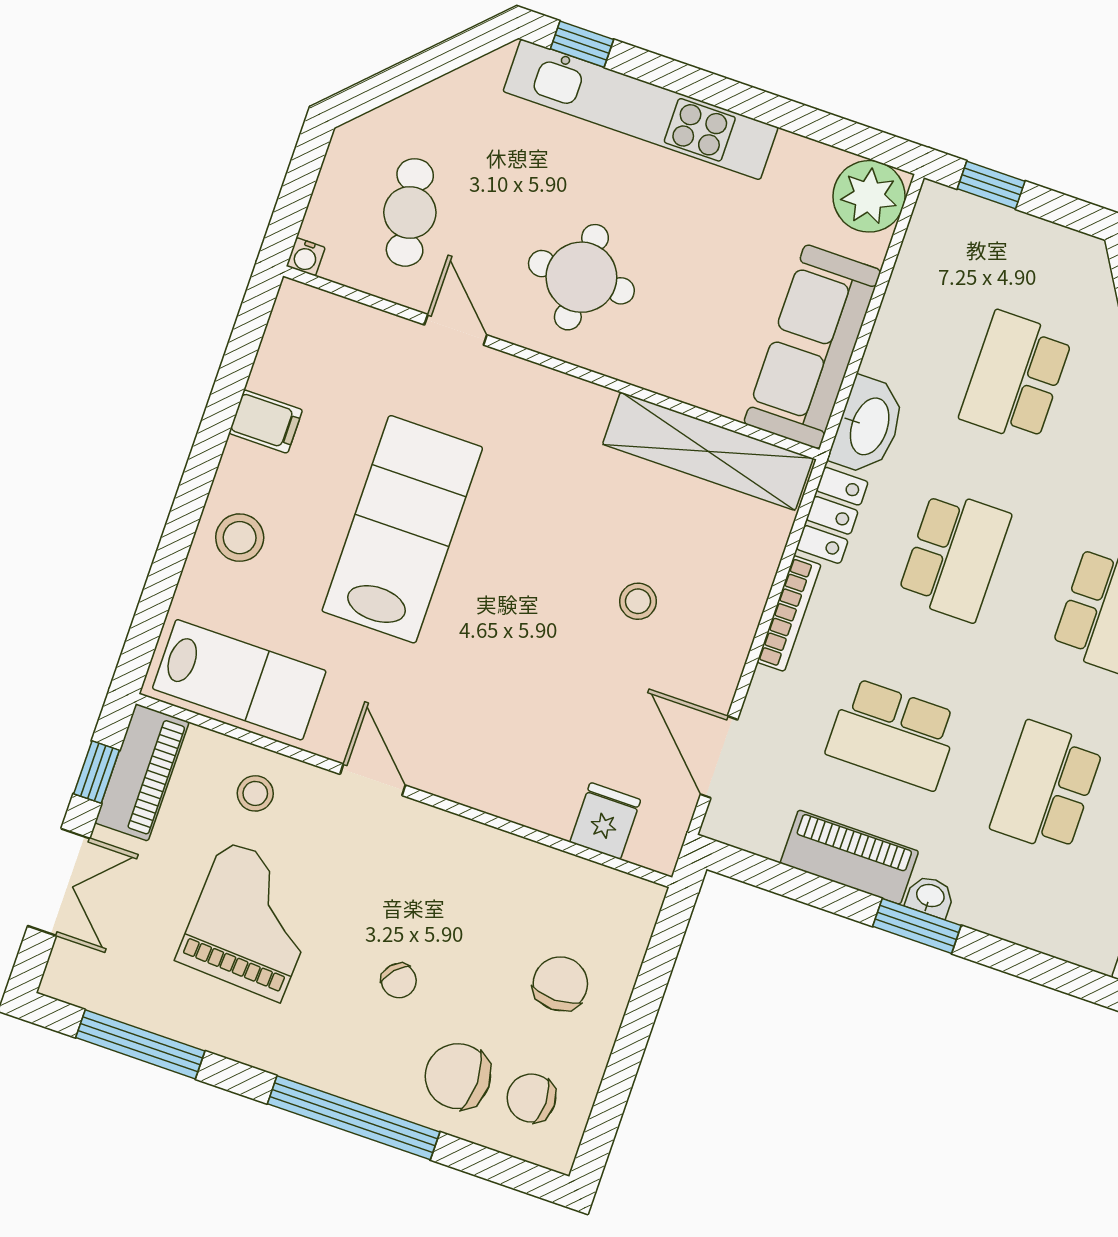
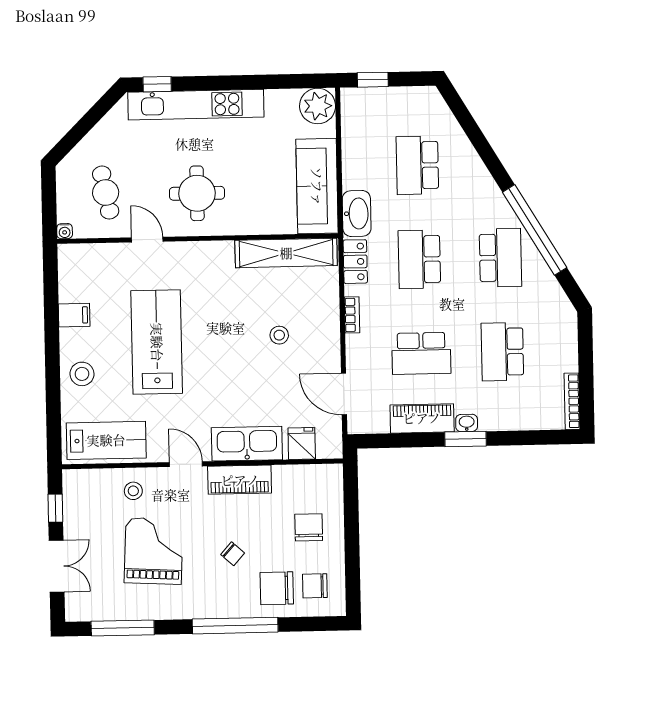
school desk: (954, 556) -> (419, 259), turned 180
bookcase: (789, 613) -> (352, 315), width x0.64
piano: (142, 772) -> (240, 480), moved, turned 90
kitchen sink: (502, 783) -> (247, 444), added

